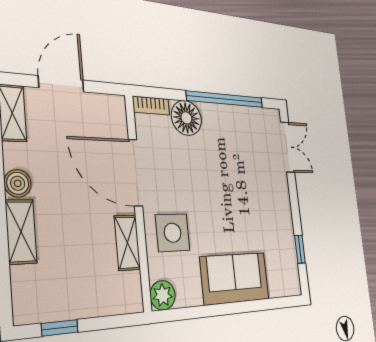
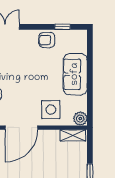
armchair: (279, 221) -> (47, 40), added
shelving: (127, 243) -> (73, 135), moved

